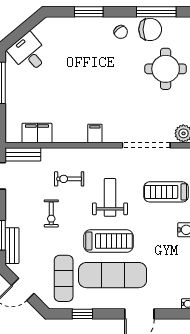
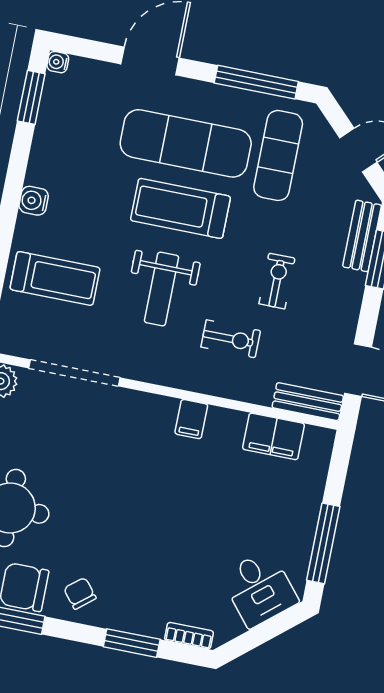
bookcase: (60, 21) -> (189, 636), added
filing cabinet: (95, 133) -> (191, 419), moved
window: (82, 314) -> (256, 82), width x2.17

